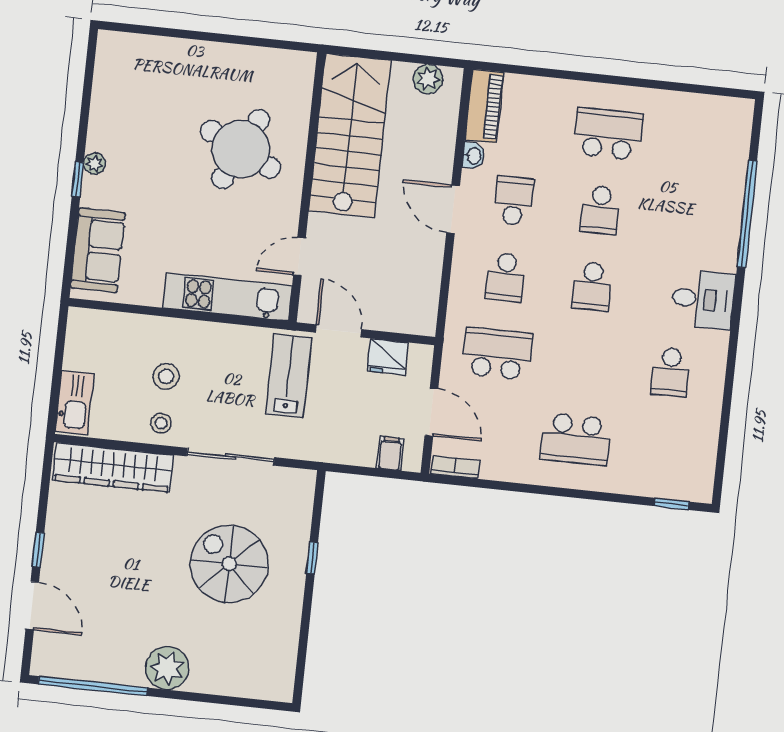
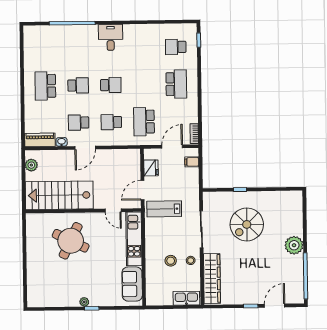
sofa: (98, 250) -> (132, 284), moved, turned -90
school desk: (505, 277) -> (111, 122), turned 180
school desk: (670, 372) -> (176, 47), moved, turned 180

